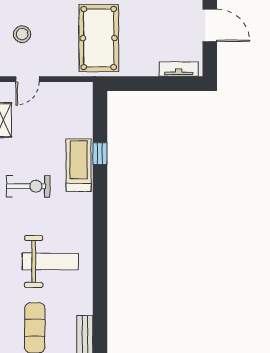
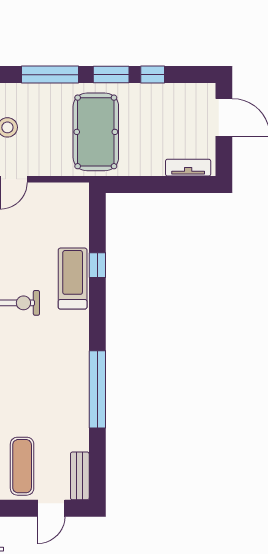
weight bench: (50, 261) -> (40, 390), removed
window: (100, 261) -> (97, 389), added

